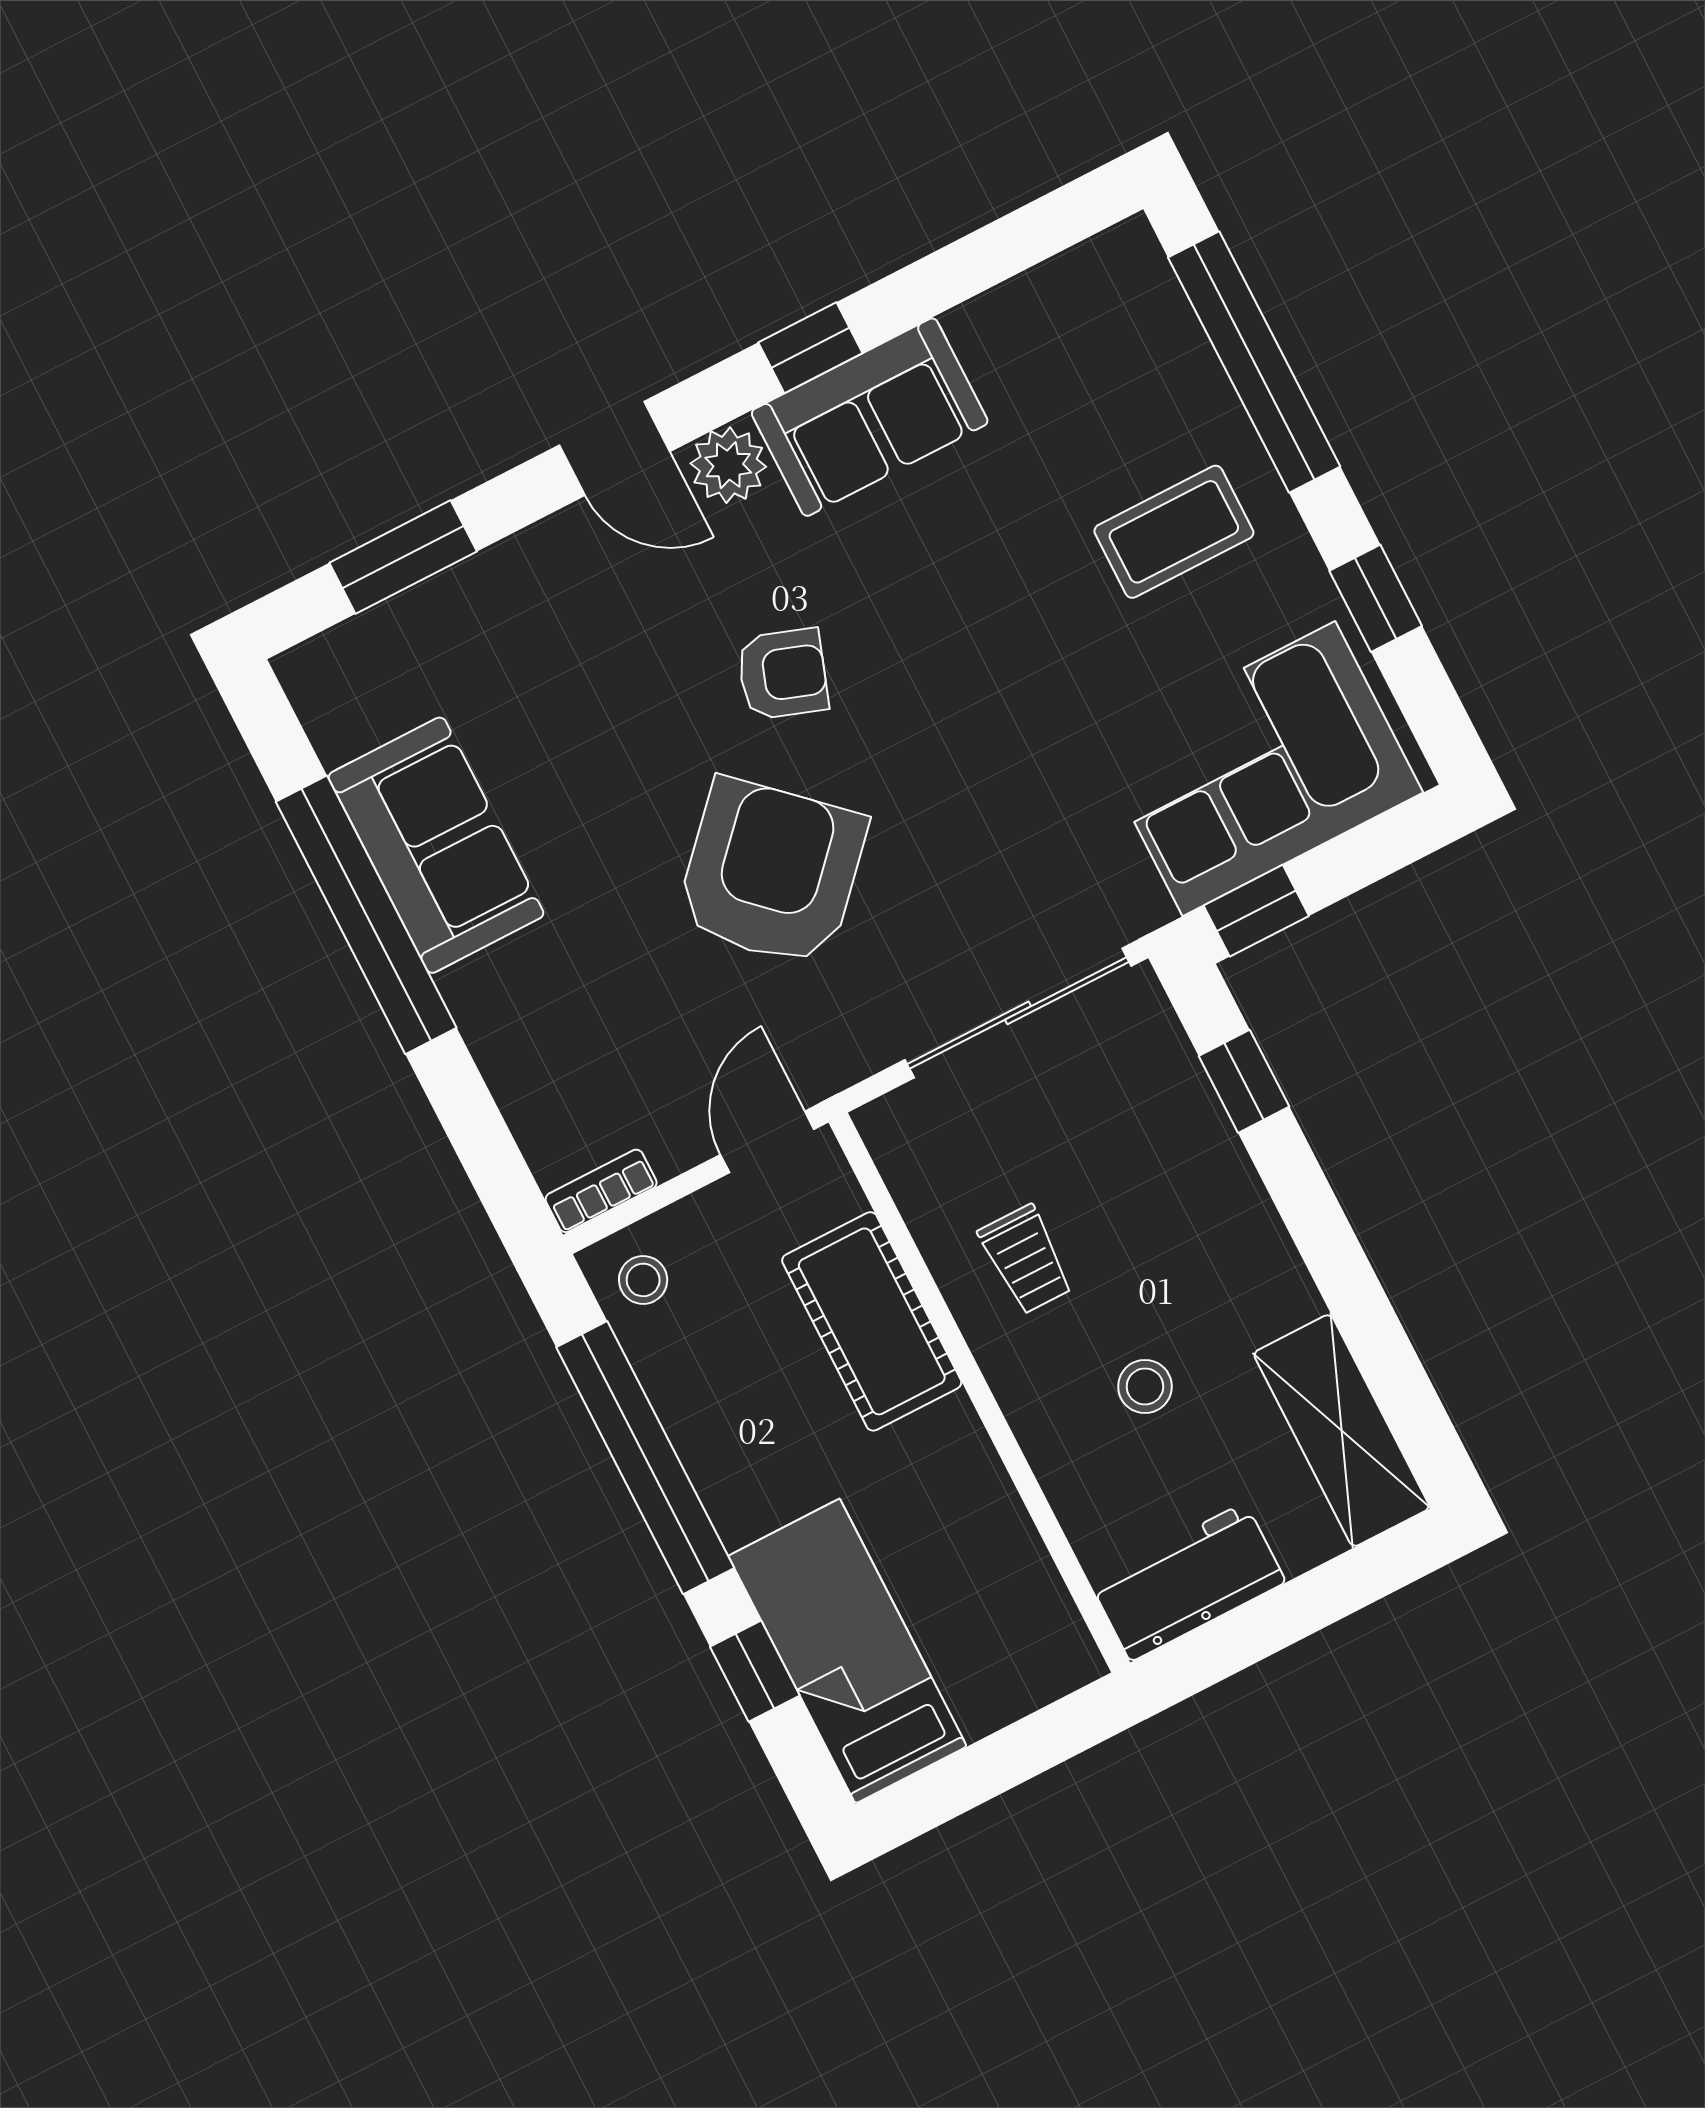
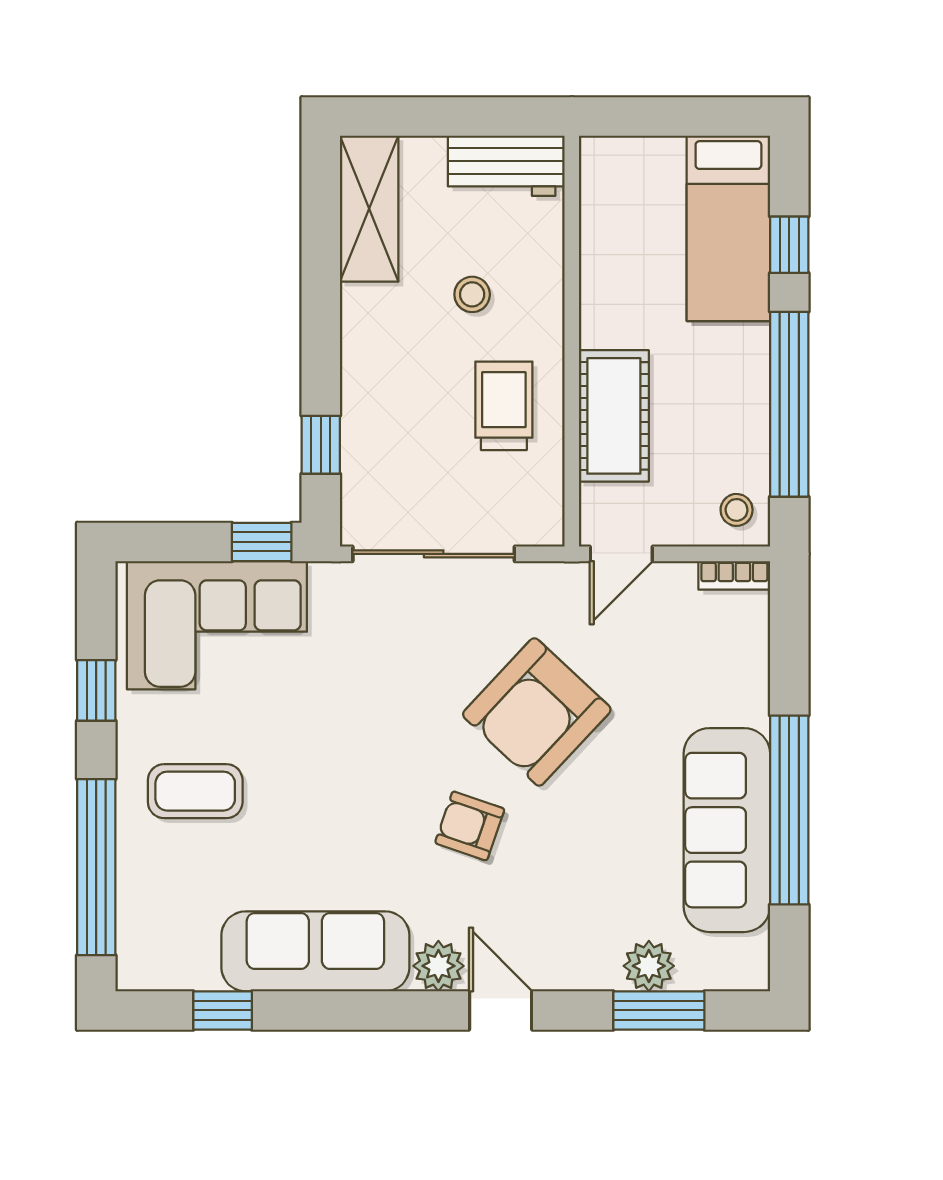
window: (810, 348) -> (223, 1010), moved
sofa: (870, 417) -> (315, 951), width x1.36
plant: (447, 610) -> (649, 966), added
sofa: (436, 845) -> (727, 830), width x1.36
trolley: (1026, 1259) -> (504, 406), width x1.36, depth x1.39

